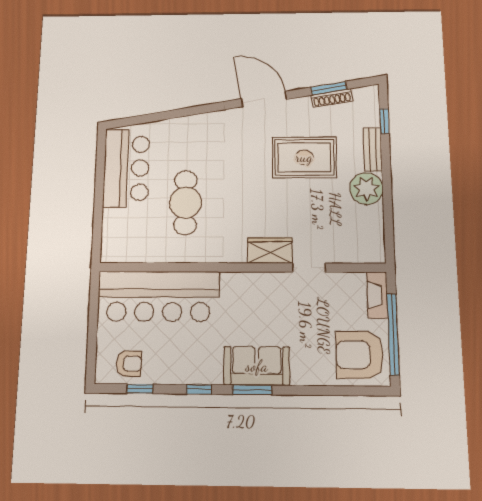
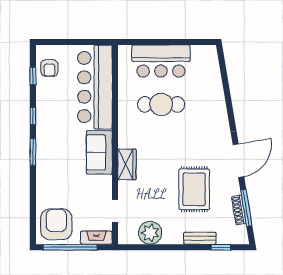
window: (329, 88) -> (246, 208), width x1.44
bar counter: (126, 168) -> (161, 61), moved
plant: (366, 189) -> (150, 233), moved
doorway: (309, 268) -> (115, 211), moved
sofa: (257, 366) -> (99, 152), moved, turned 180

